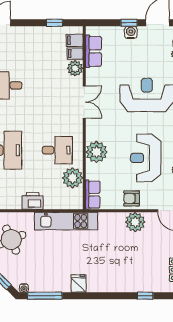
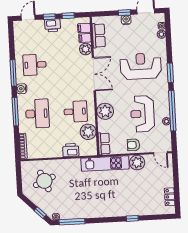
window: (29, 23) -> (49, 17), added
printer: (33, 34) -> (53, 25), added
double door: (84, 102) -> (94, 74), width x1.37
printer: (33, 201) -> (71, 150), moved
kitchen unit: (66, 221) -> (105, 164), moved
fridge: (79, 283) -> (97, 211), removed
window: (145, 296) -> (132, 218), moved

